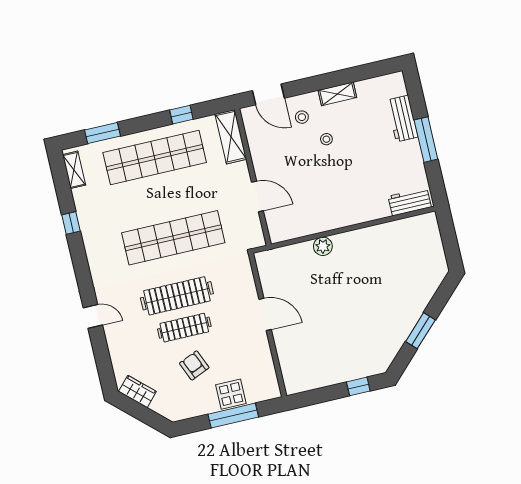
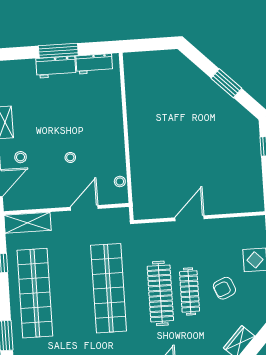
workbench: (402, 119) -> (56, 67), moved
stool: (326, 139) -> (70, 157), moved
workbench: (410, 202) -> (94, 64), moved, turned -90
stool: (293, 231) -> (120, 181), added
plant: (323, 246) -> (138, 157), removed

